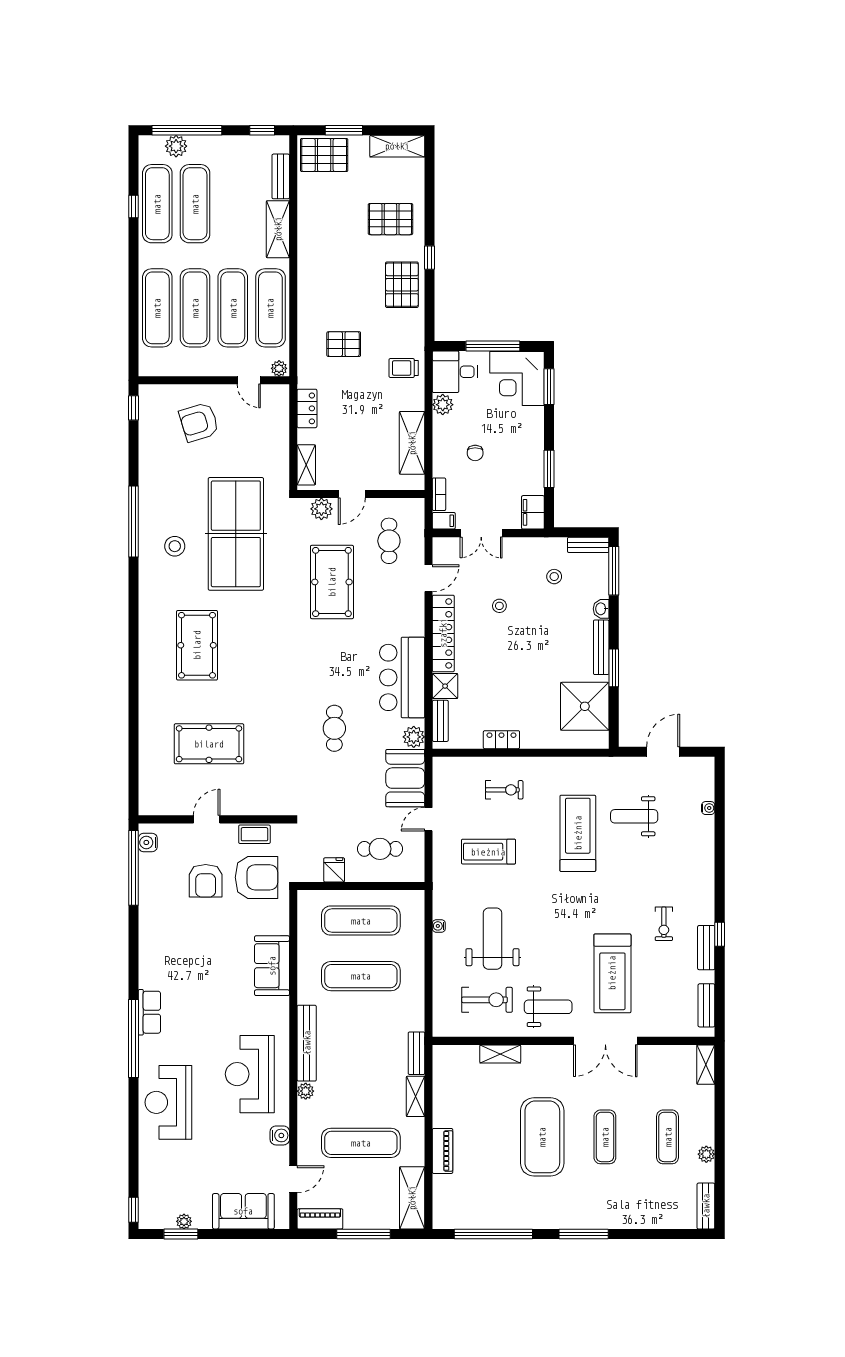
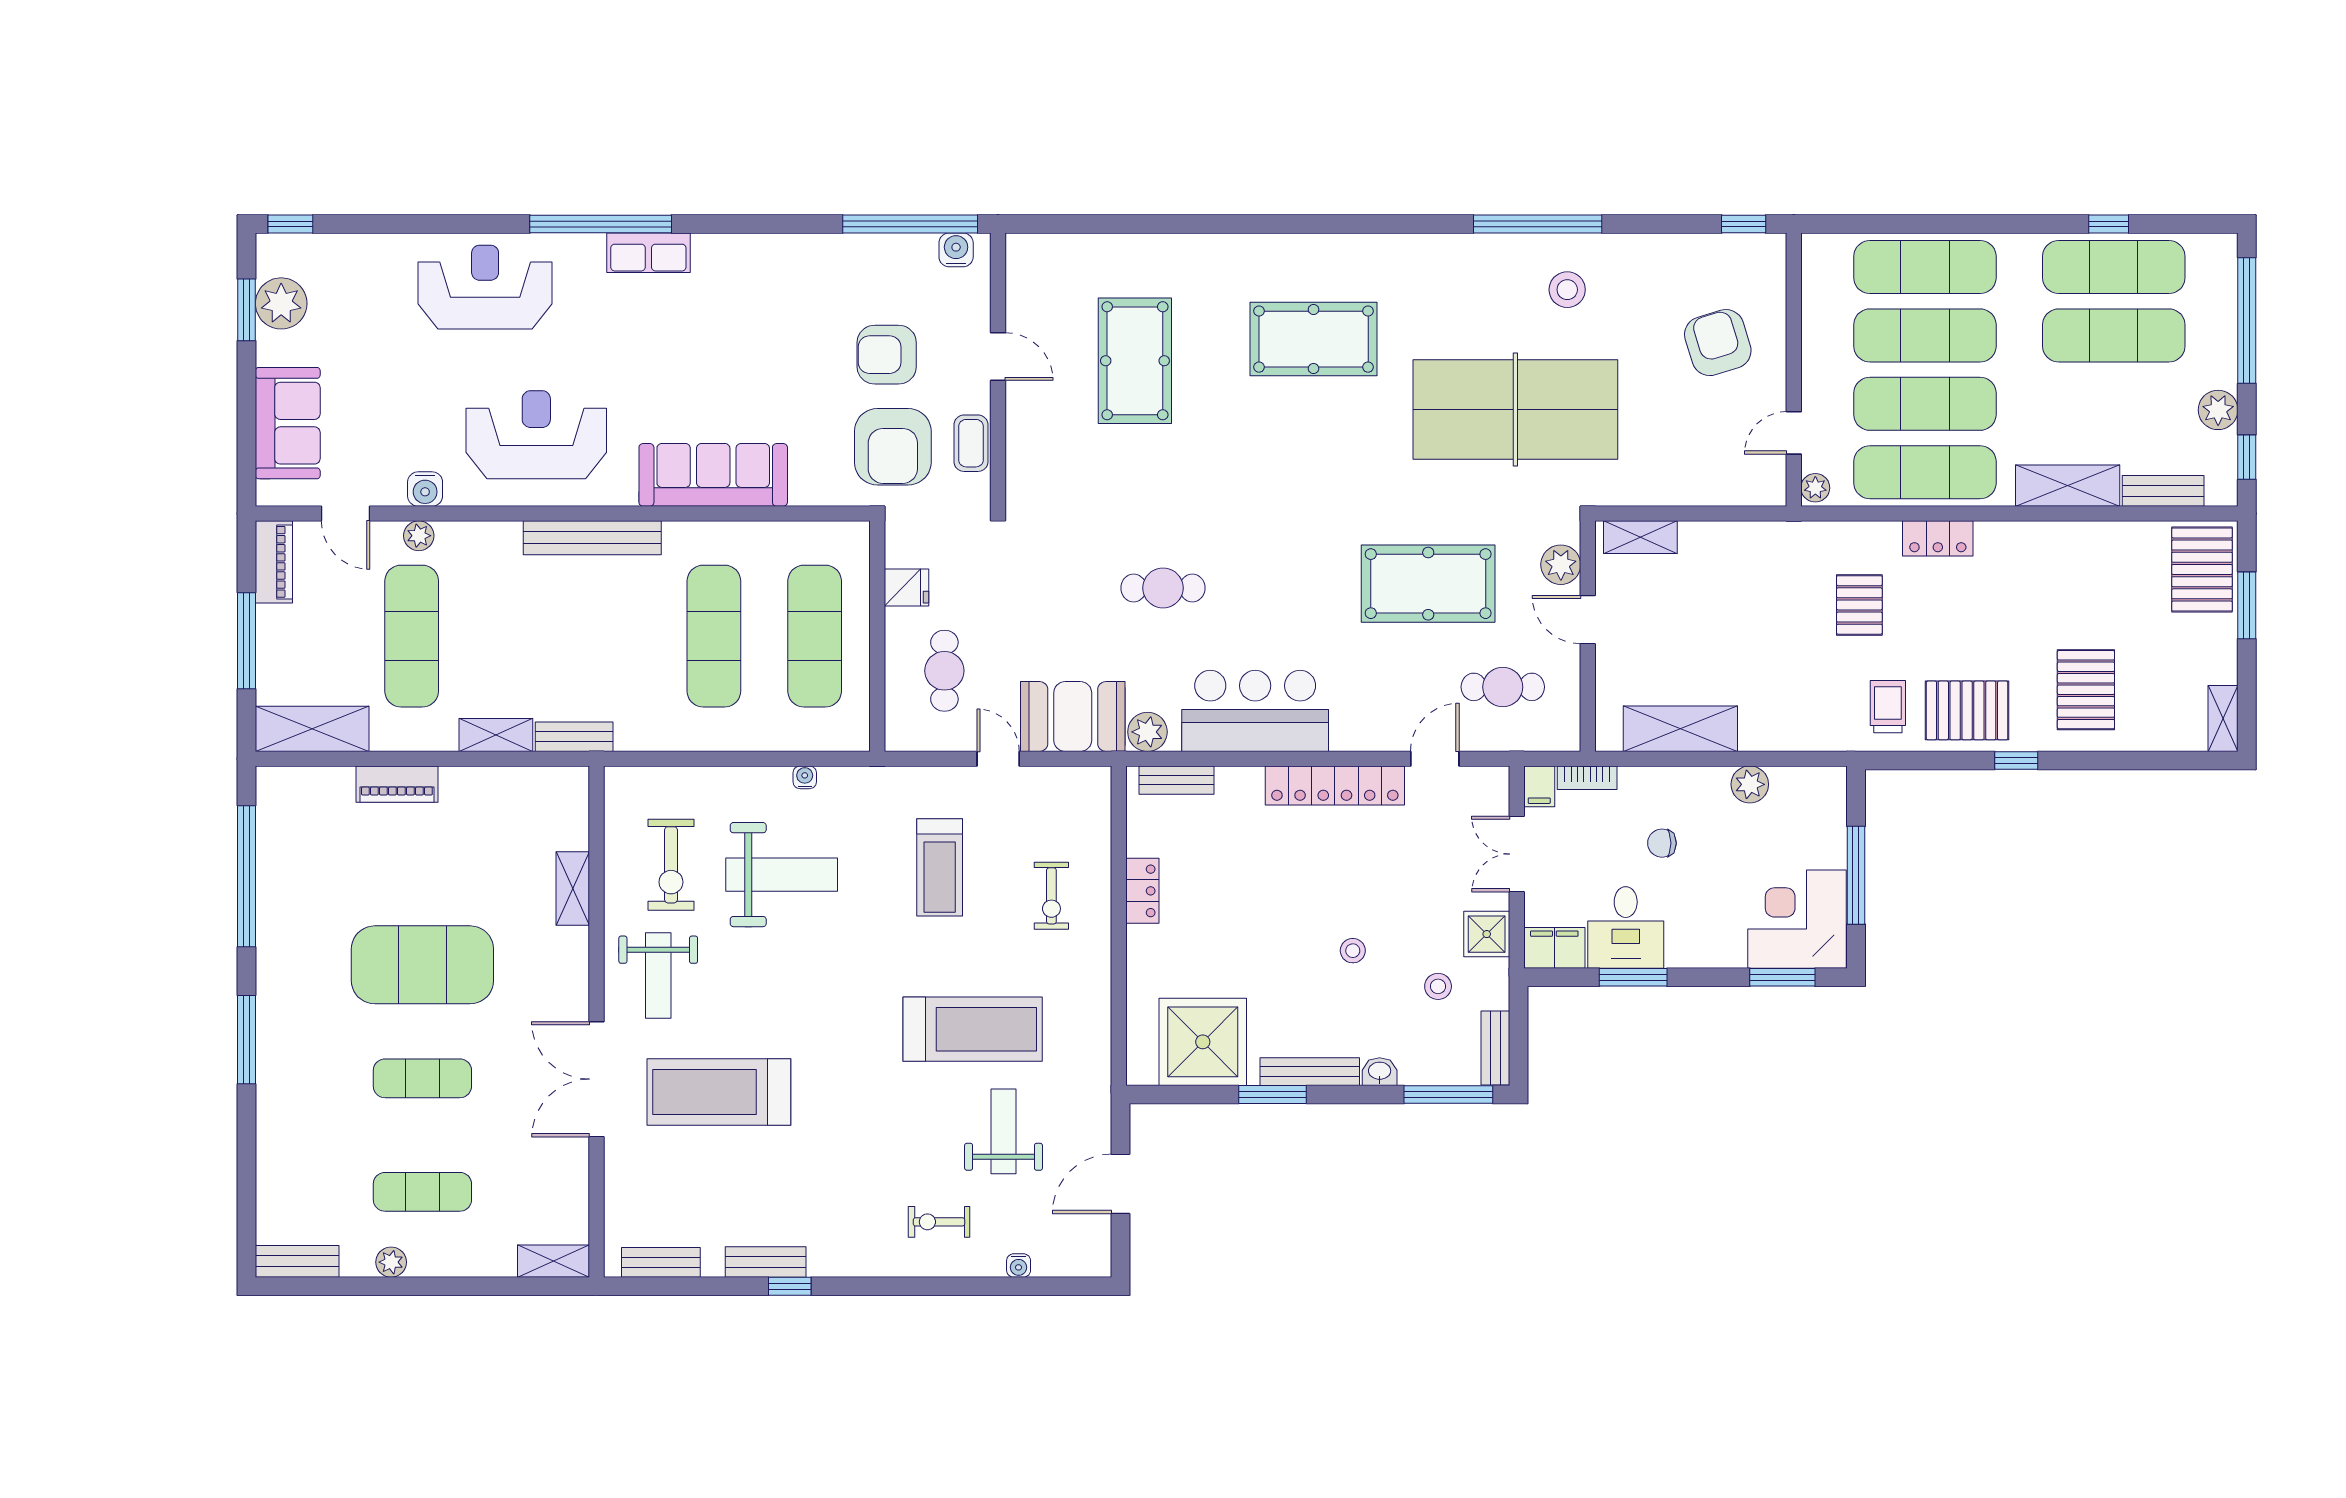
plant: (176, 146) -> (2218, 410), moved
shelving: (397, 146) -> (2223, 718), width x0.67, depth x0.75
trolley: (404, 368) -> (1888, 707), moved
desk: (455, 372) -> (1626, 927), moved, turned 180
locker: (307, 408) -> (1938, 538), moved
stool: (175, 546) -> (1567, 290), moved
door: (429, 578) -> (1435, 759), swing flipped
stool: (499, 606) -> (1353, 951), moved
shower: (445, 686) -> (1487, 934), moved
door: (663, 752) -> (1121, 1184), swing flipped
treadmill: (488, 852) -> (940, 867), turned 180
exercise bike: (664, 924) -> (939, 1222), moved
sofa: (272, 966) -> (713, 475), width x1.36
plant: (306, 1091) -> (419, 536), moved
plant: (184, 1221) -> (281, 303), width x1.87, depth x1.87

